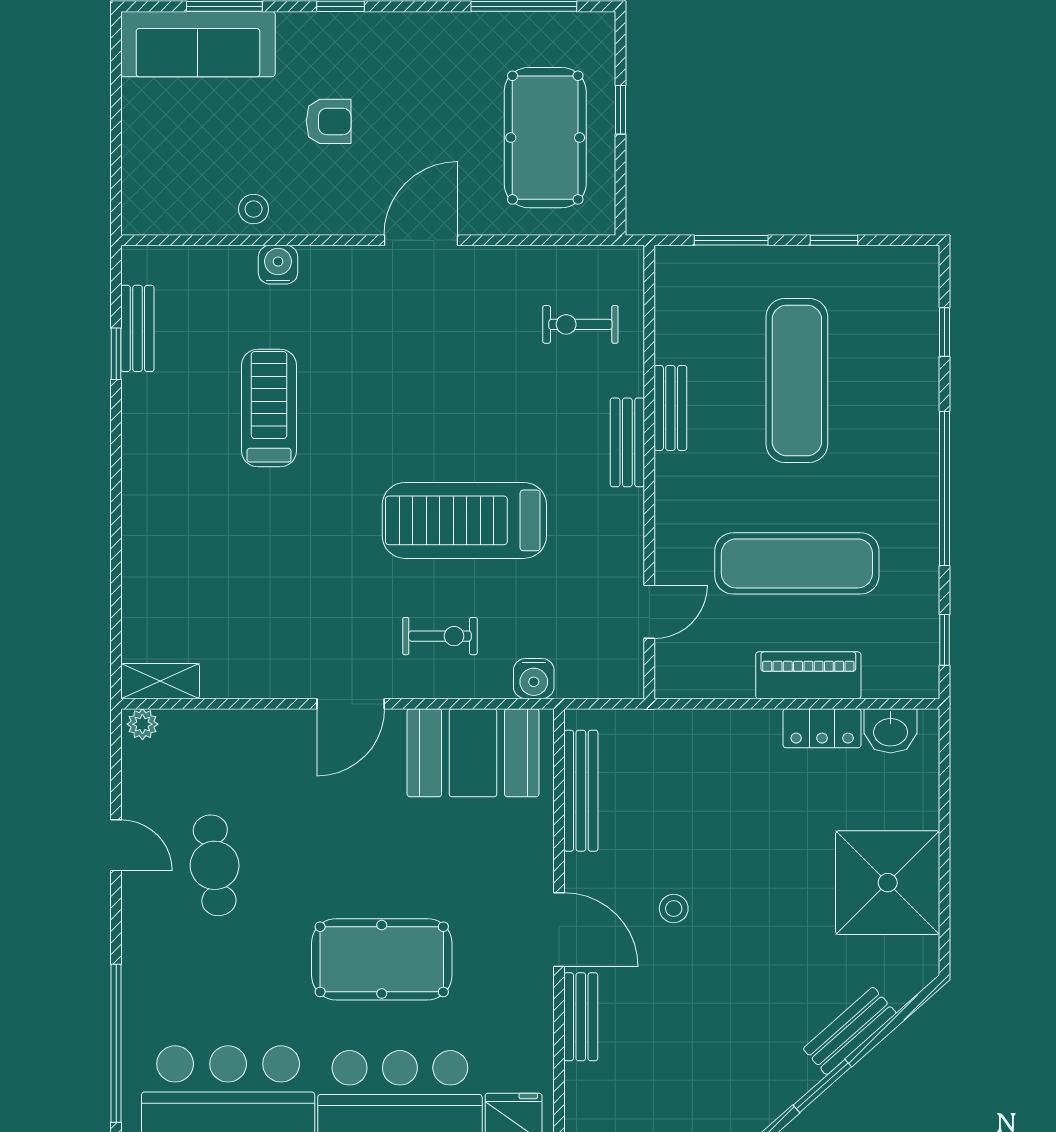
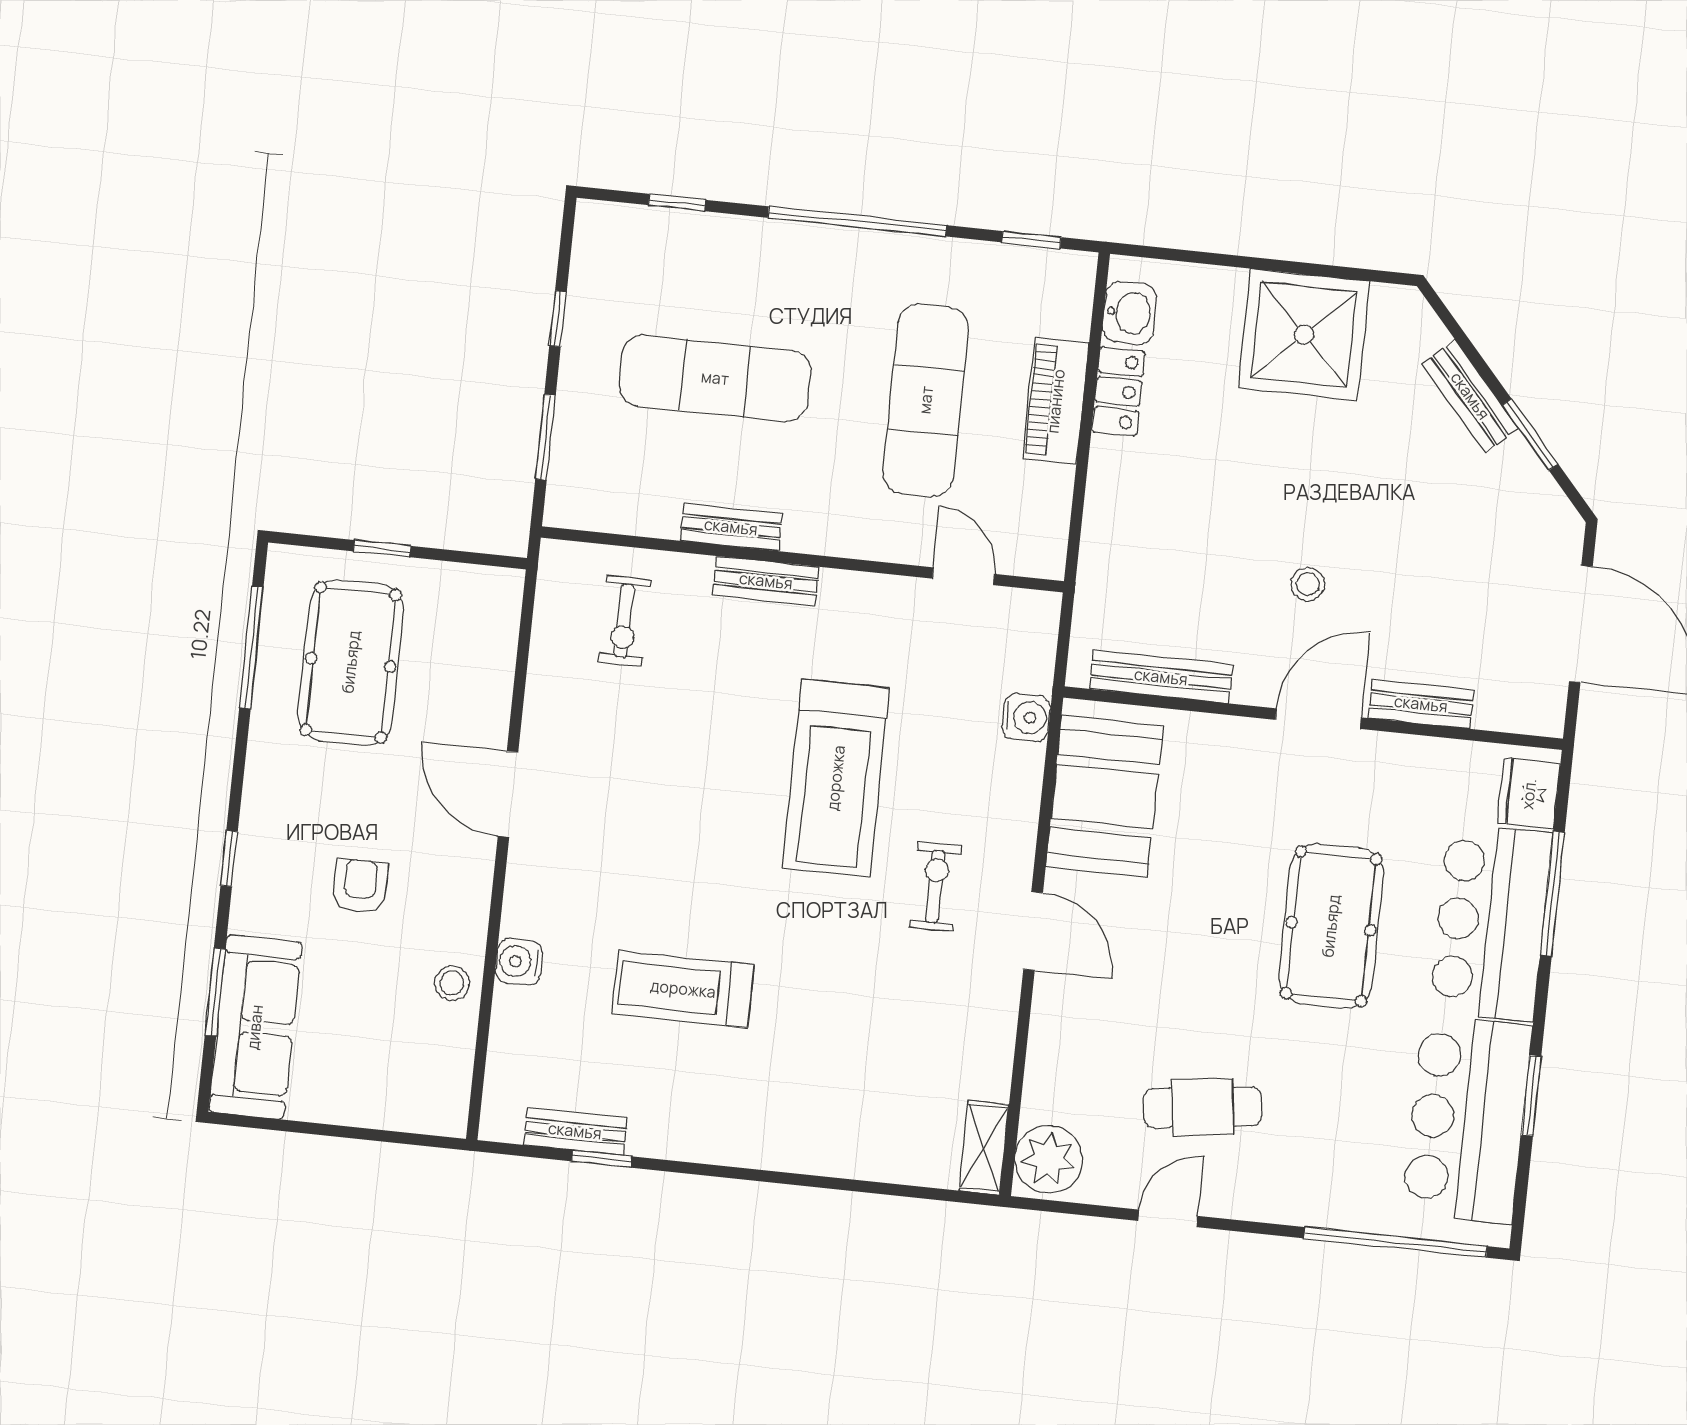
pool table: (545, 138) -> (351, 662), moved, turned 90
exercise bike: (440, 636) -> (935, 886), moved
plant: (142, 724) -> (1049, 1159), width x1.88, depth x1.88

